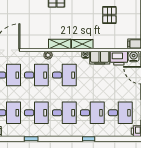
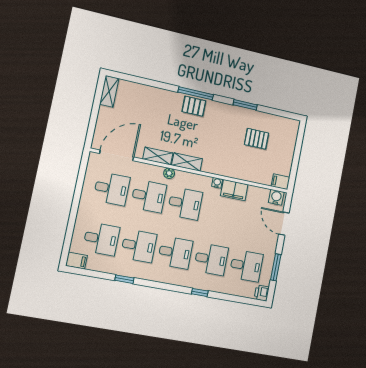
pallet: (109, 15) -> (257, 139), turned 90
shelving: (82, 44) -> (158, 156), moved
printer: (119, 58) -> (258, 196), removed

